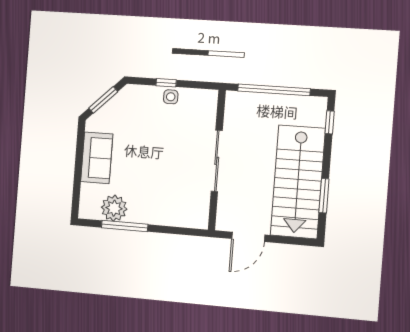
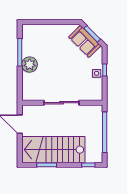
sofa: (97, 158) -> (85, 41), moved, turned 45
plant: (114, 208) -> (30, 65), moved

